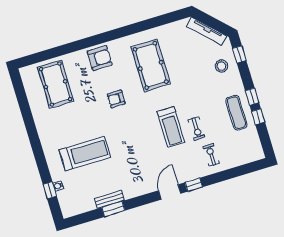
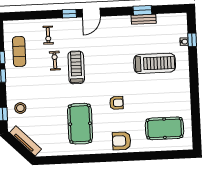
pool table: (56, 84) -> (165, 128), turned 90
exercise mat: (236, 113) -> (19, 52), moved
treadmill: (85, 154) -> (155, 63), turned 180

